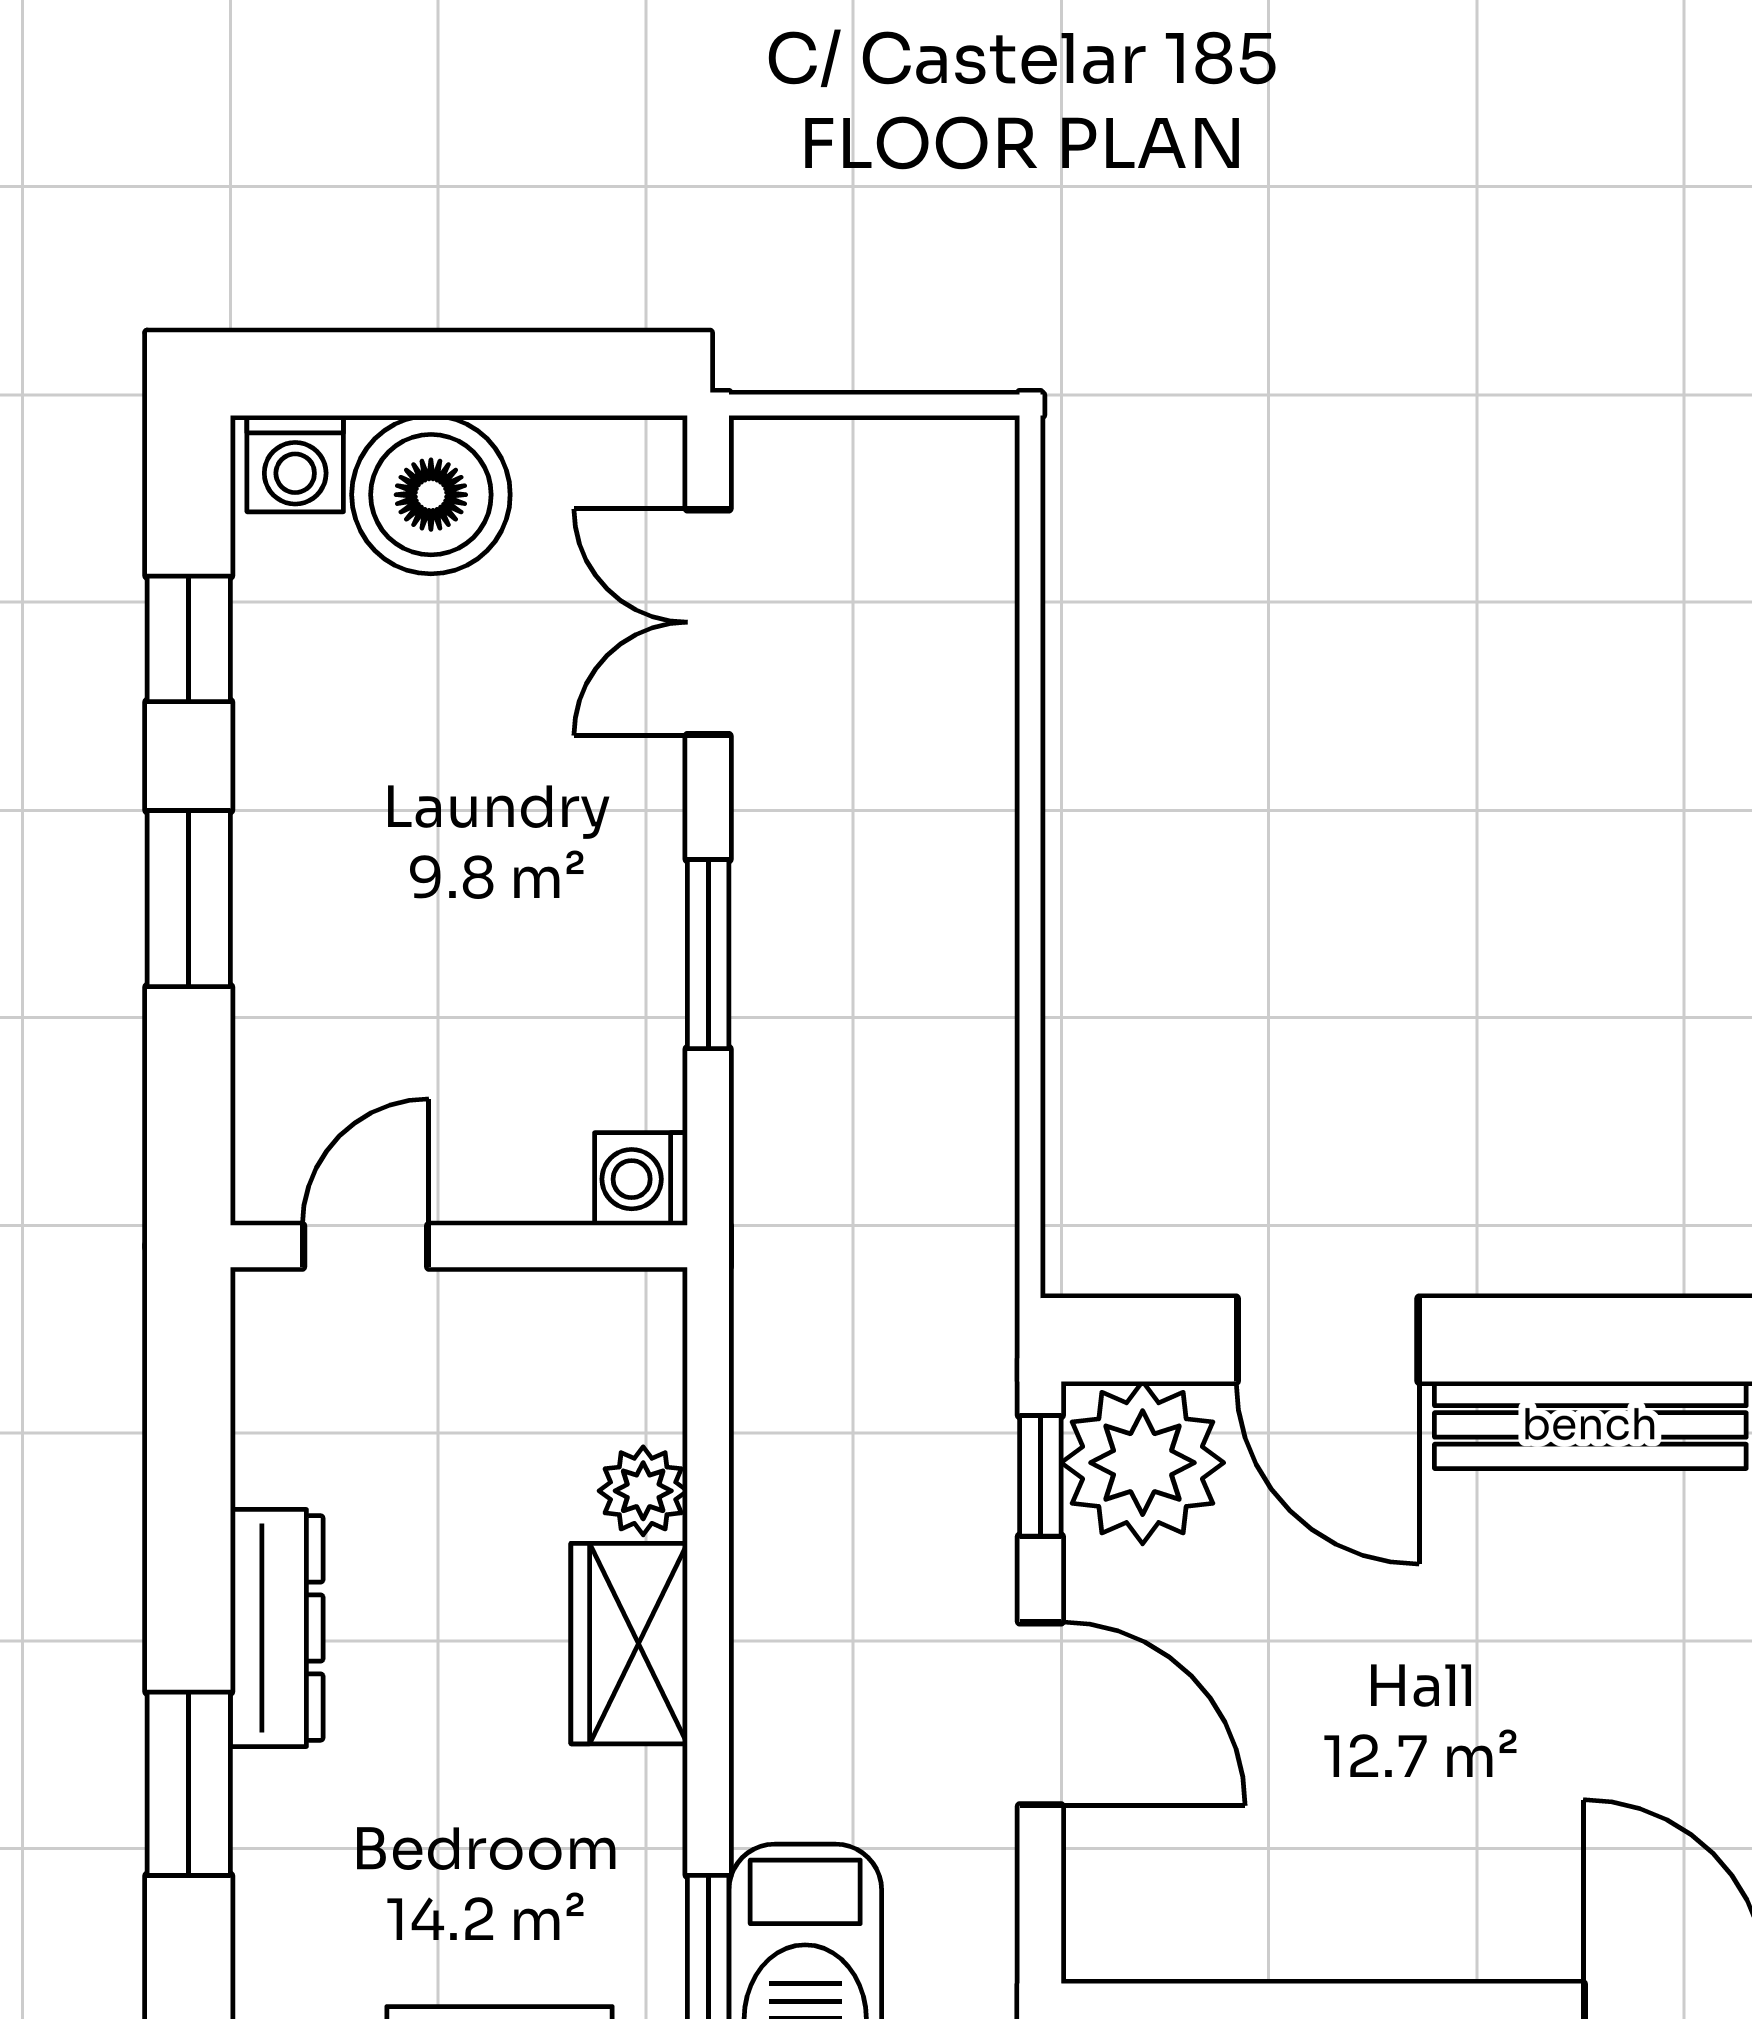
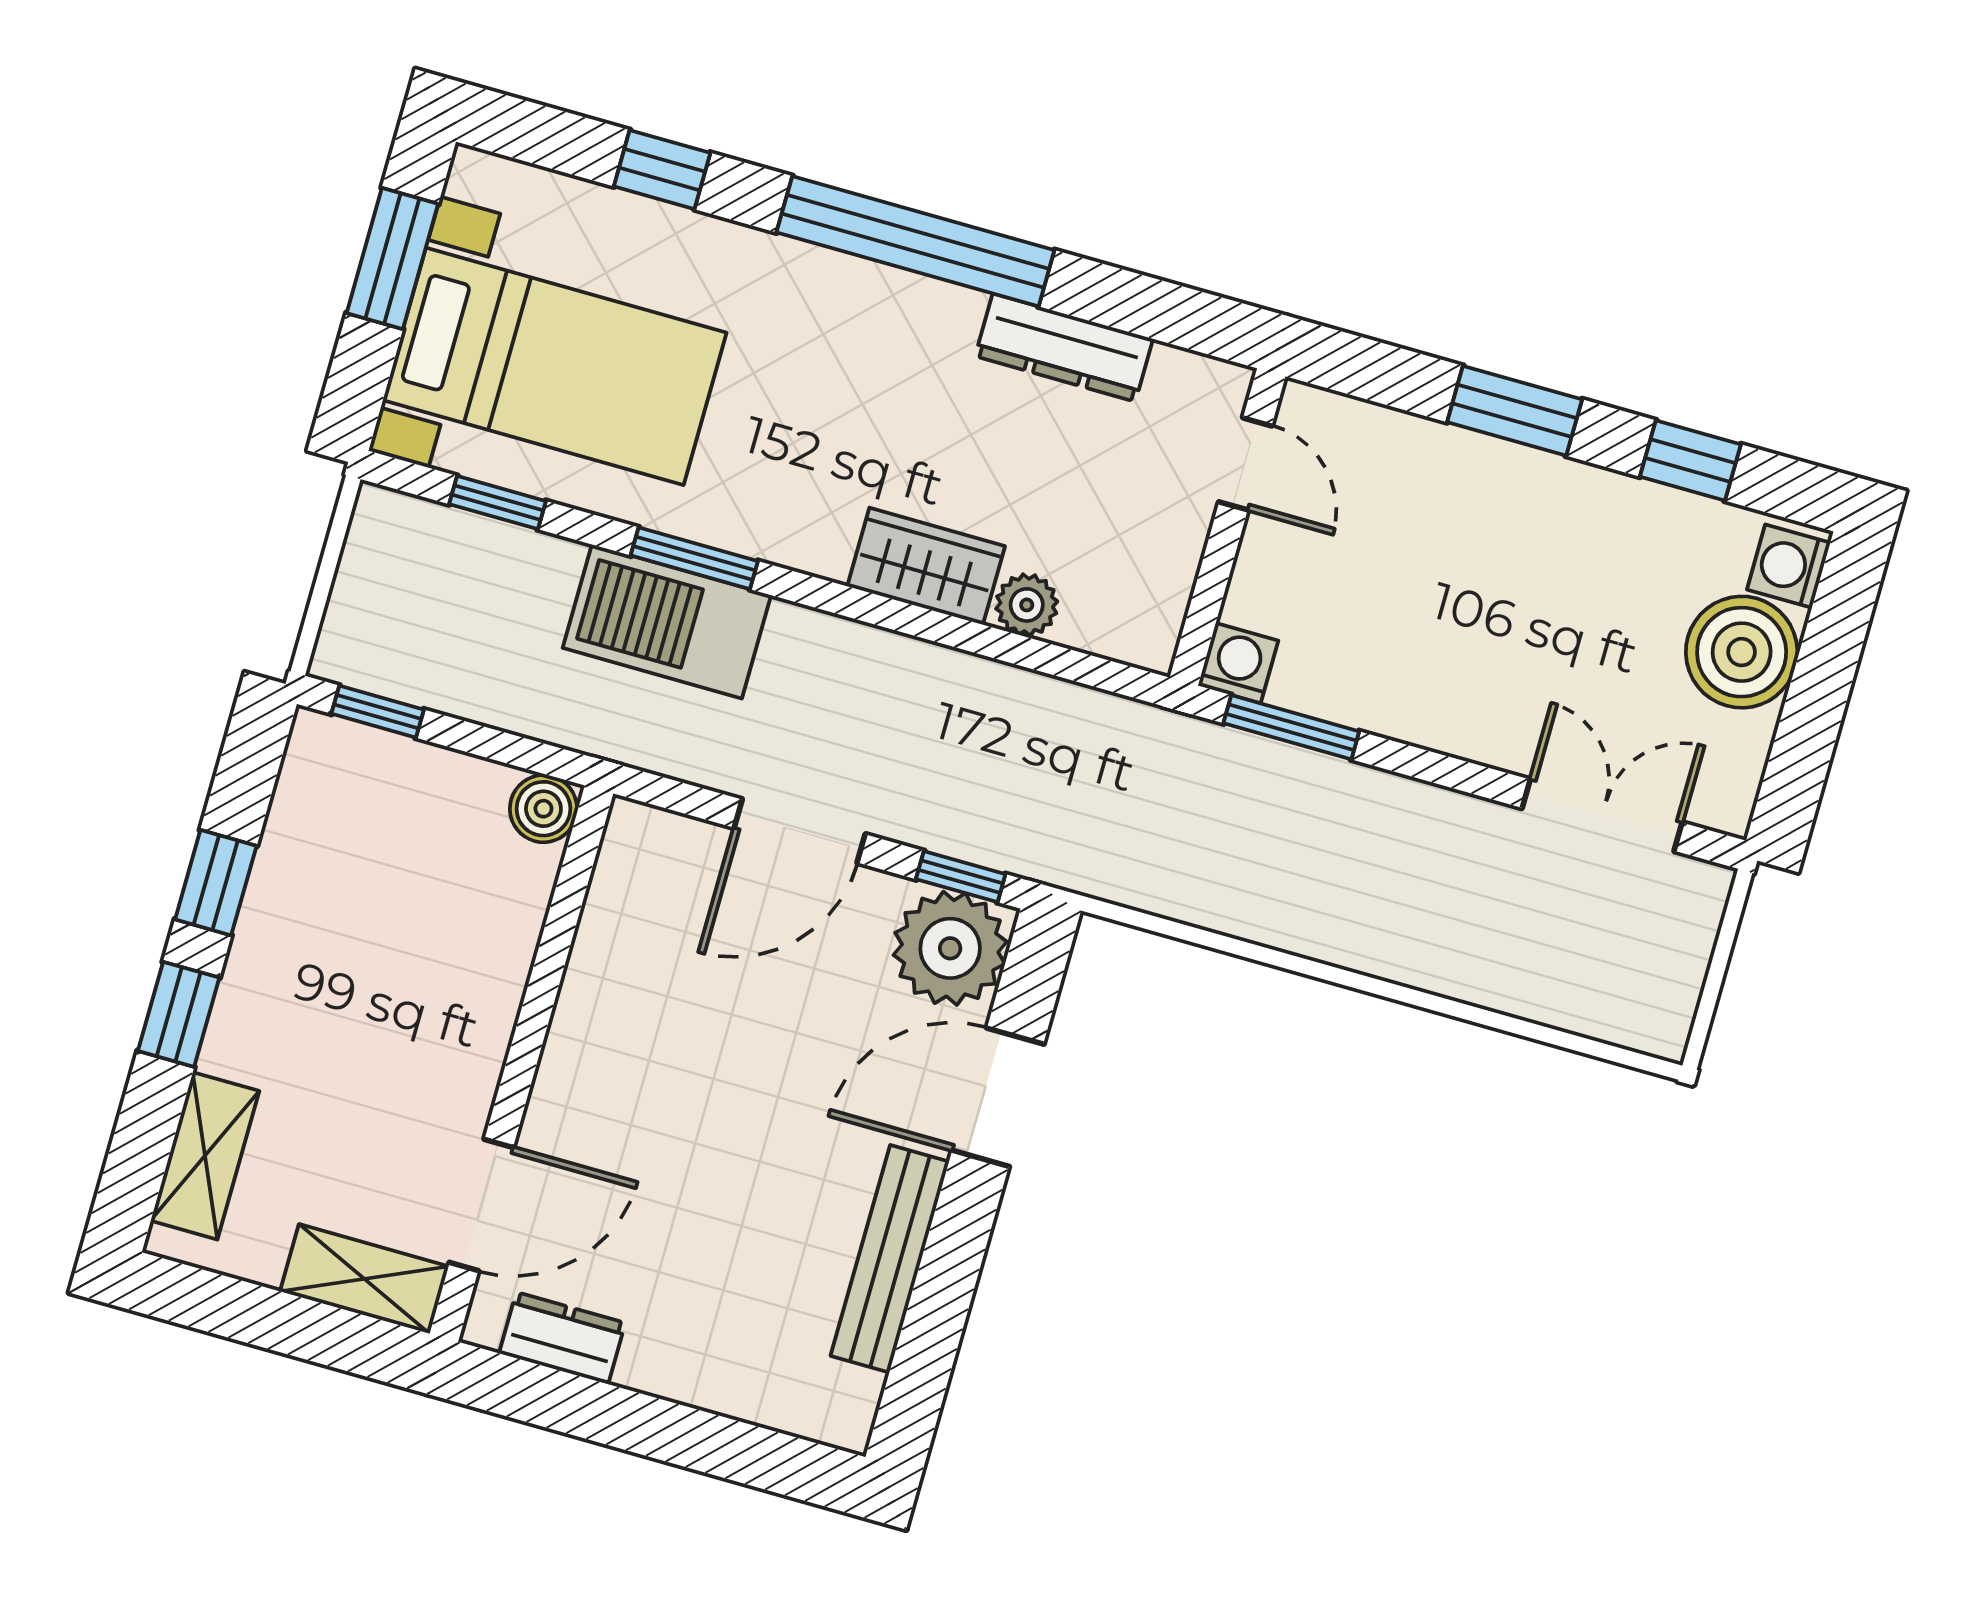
window: (708, 954) -> (1291, 727), moved
dresser: (277, 1628) -> (1064, 348), moved
window: (189, 1784) -> (915, 241), width x2.11

